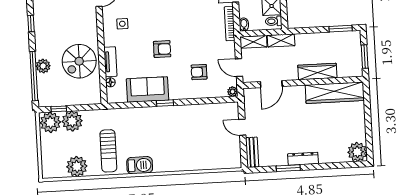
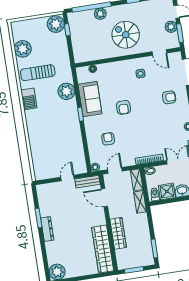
spiral stairs: (79, 61) -> (126, 35), moved
tv unit: (110, 62) -> (109, 67), removed
plant: (72, 121) -> (66, 91), moved
bench: (252, 152) -> (87, 182), moved

